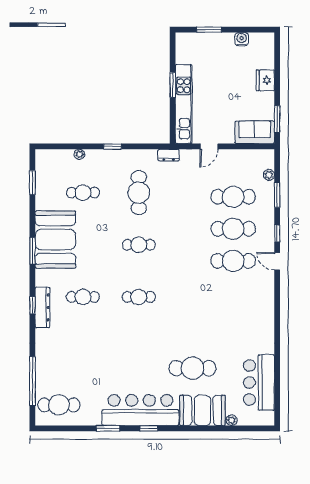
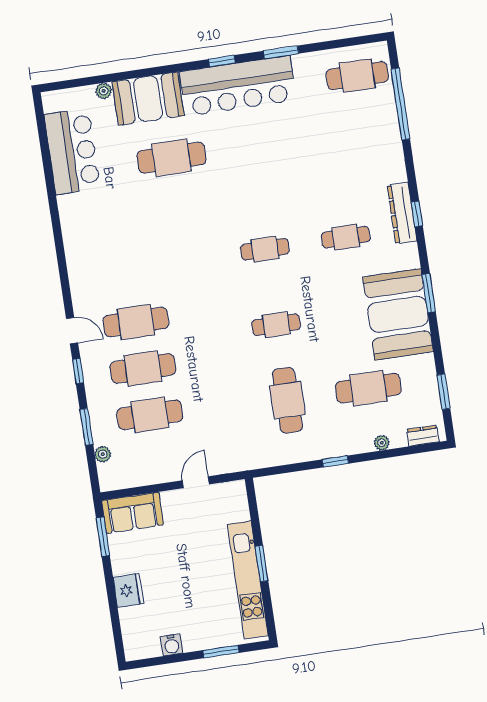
kitchen unit: (184, 104) -> (248, 580), moved
dresser: (169, 155) -> (423, 436), moved
cafe table: (83, 193) -> (368, 388), width x1.37, depth x1.35

